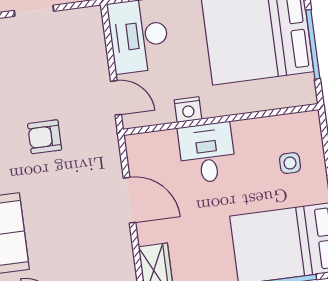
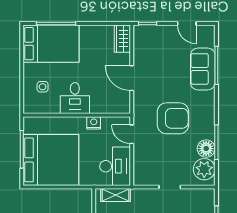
armchair: (45, 137) -> (173, 118), width x1.88, depth x1.88
desk: (207, 153) -> (75, 98), moved

